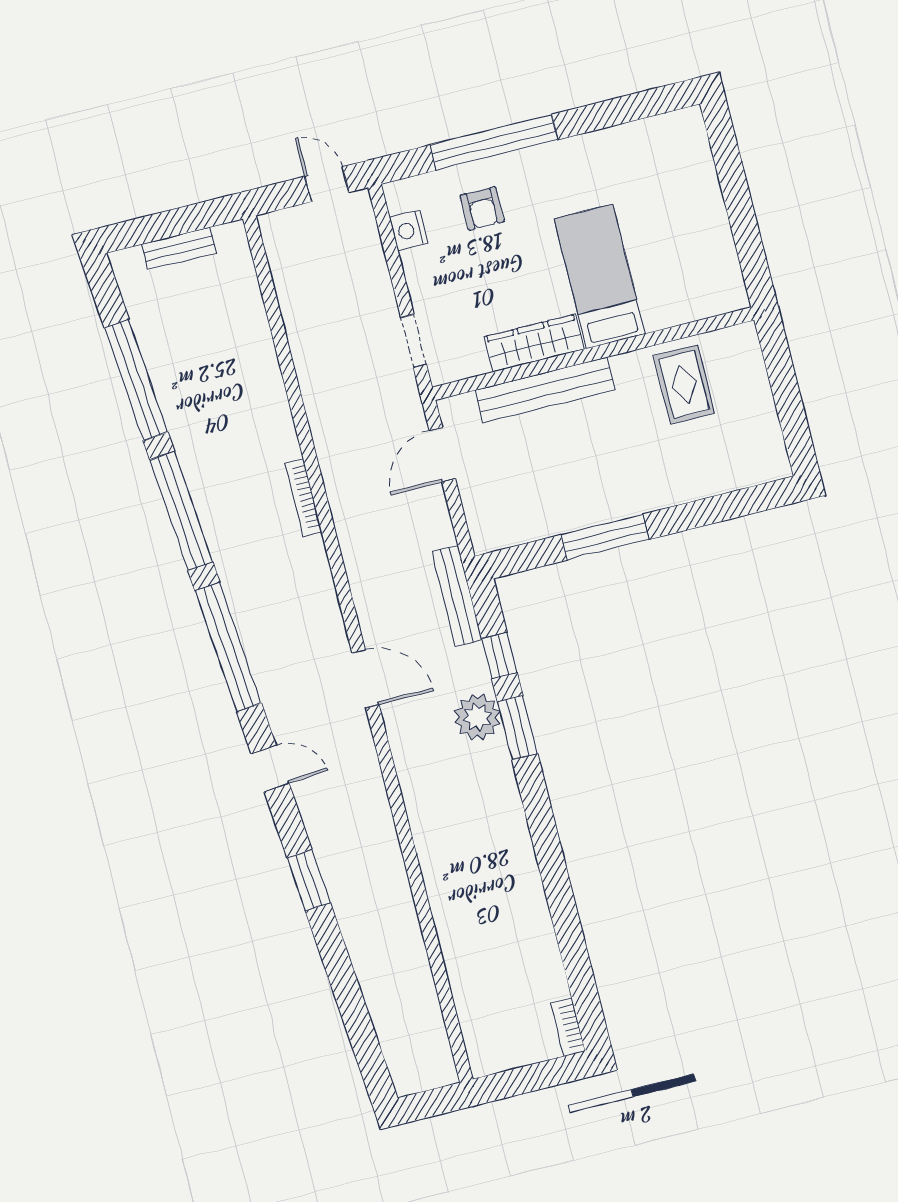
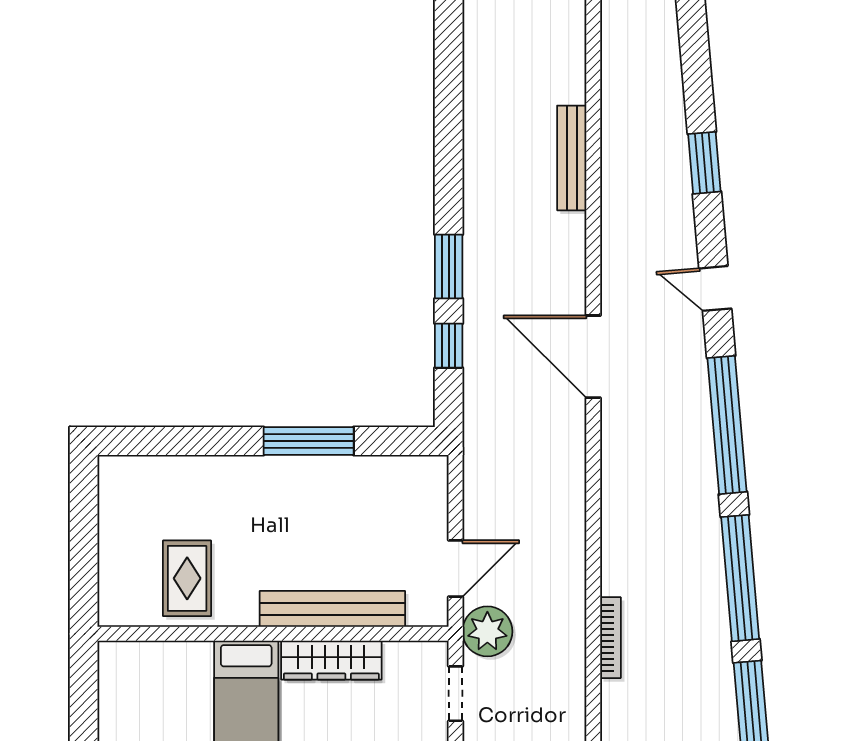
bookcase: (303, 498) -> (610, 638), moved
bench: (457, 596) -> (572, 158), moved
door: (365, 679) -> (593, 357), width x1.36
plant: (477, 717) -> (487, 631), moved

